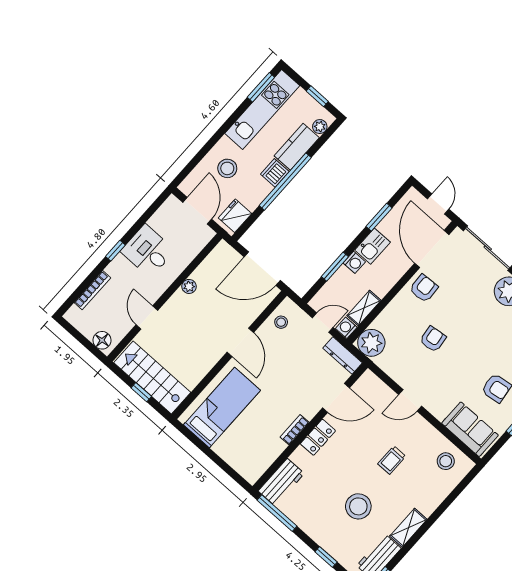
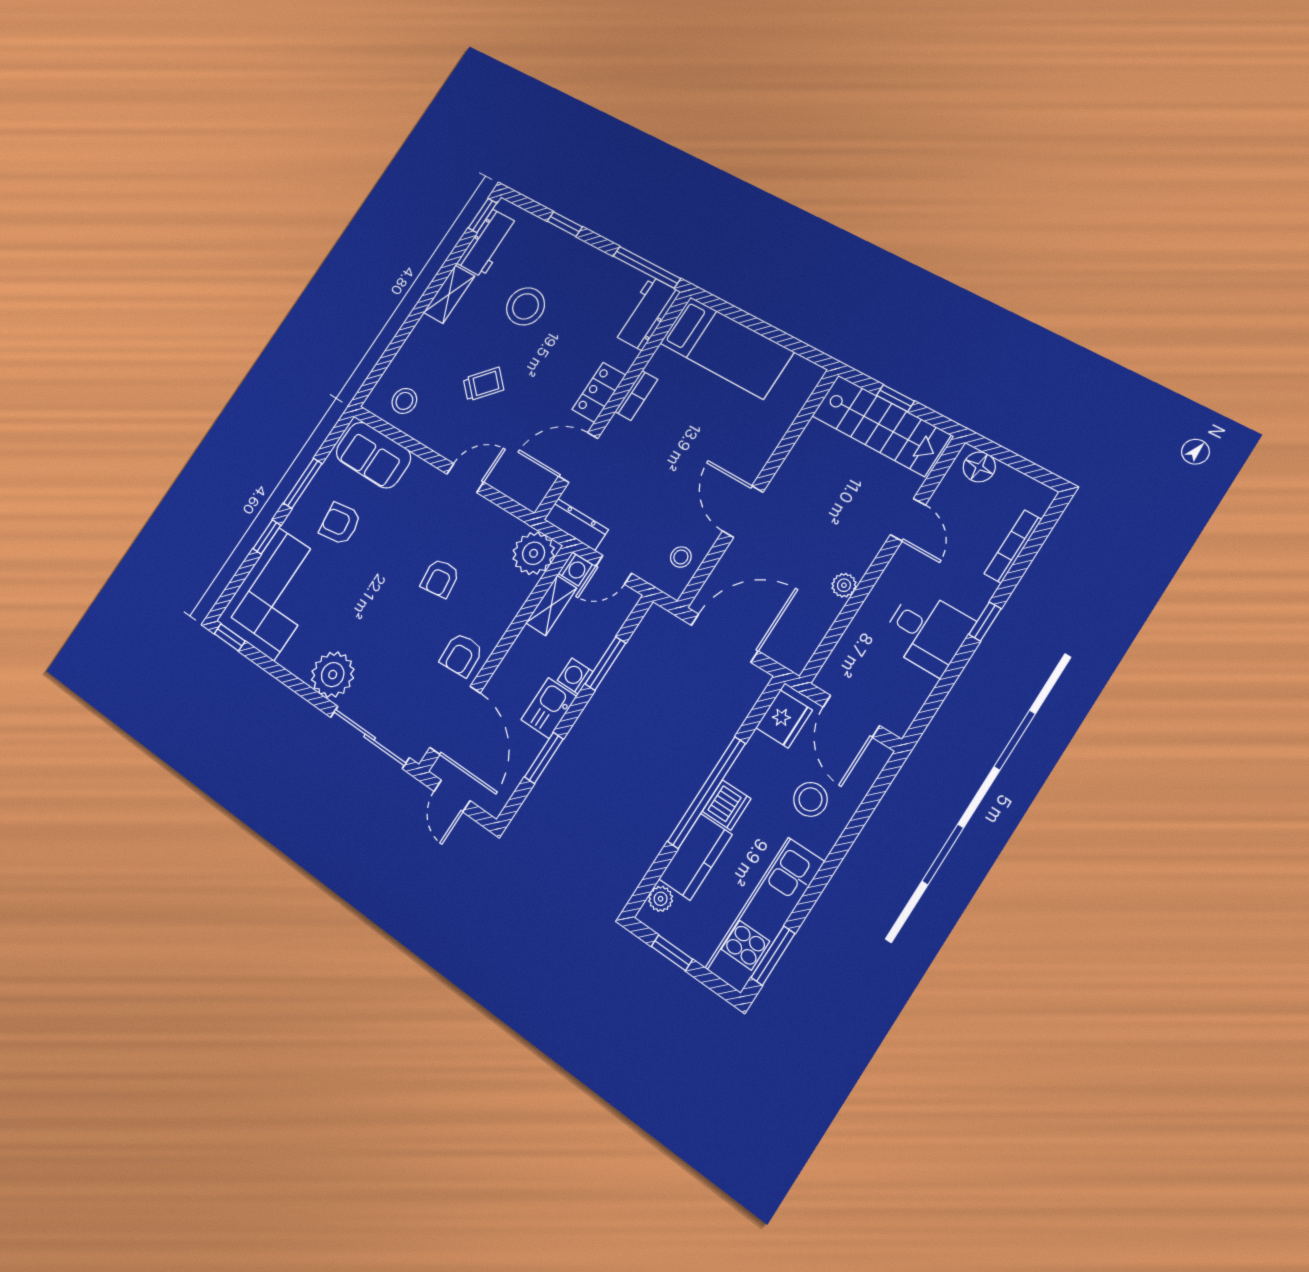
bed: (222, 408) -> (726, 347), moved, turned -90
trolley: (392, 460) -> (483, 384), turned 43

